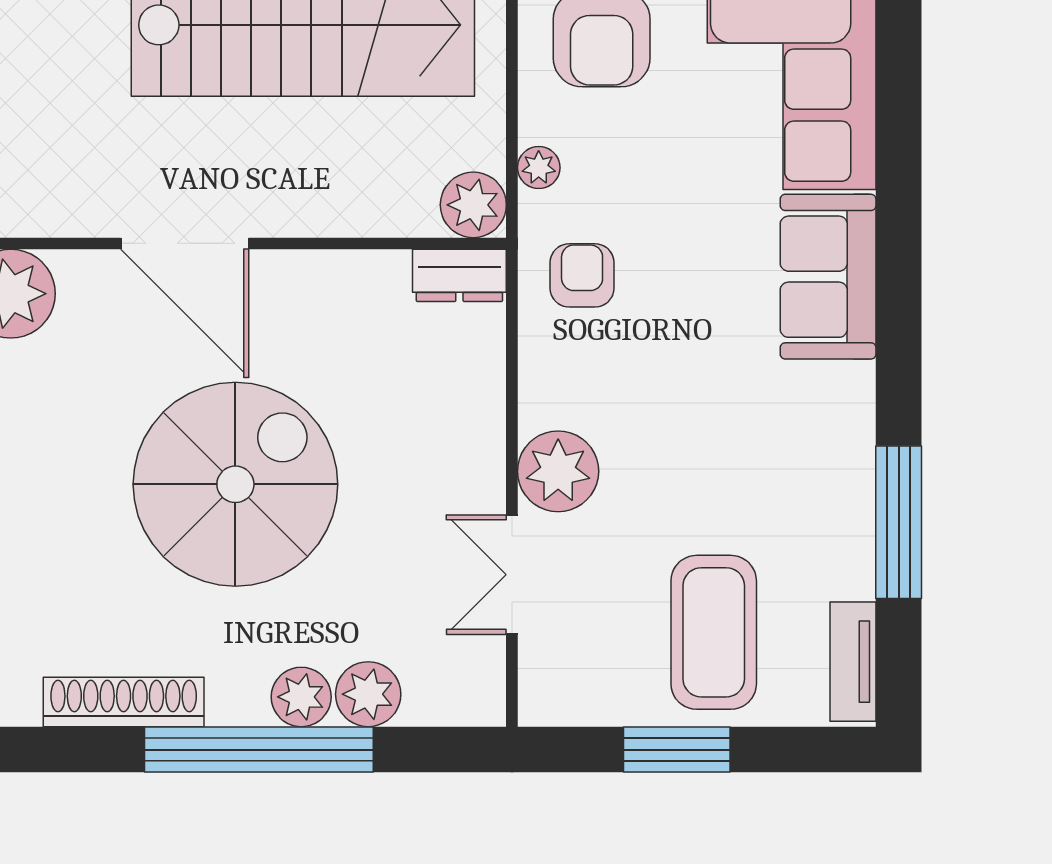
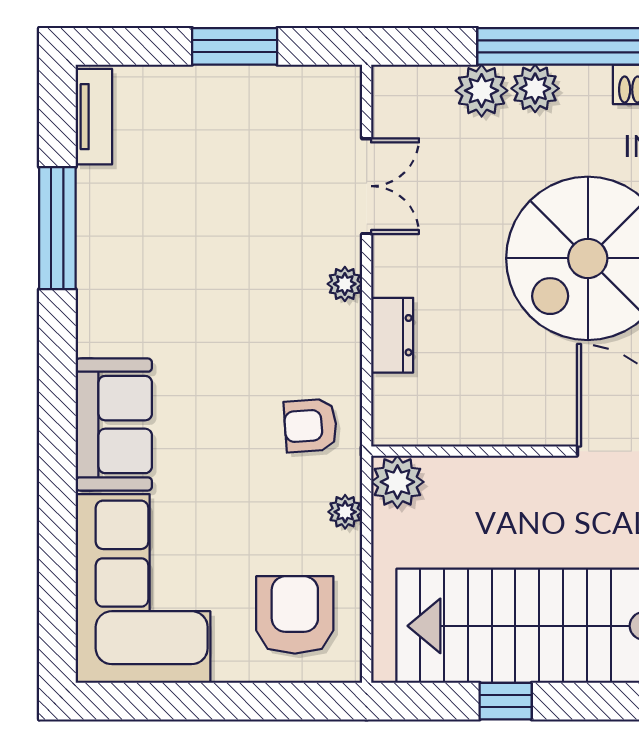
dresser: (459, 275) -> (392, 335), moved, turned 90
armchair: (582, 275) -> (310, 426), turned 86
plant: (558, 471) -> (345, 284), width x0.53, depth x0.53
coffee table: (714, 632) -> (205, 140), removed

